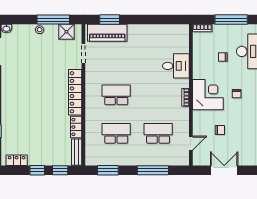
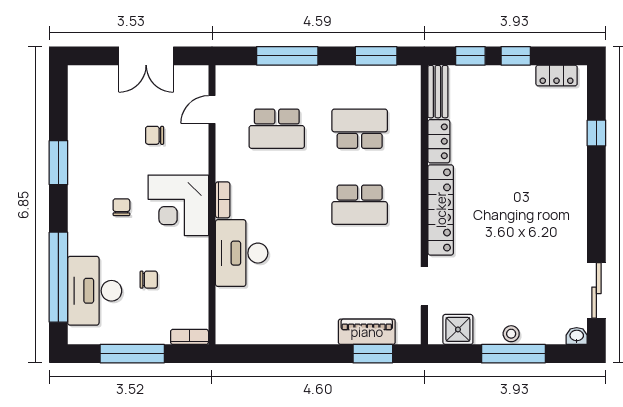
window: (53, 20) -> (513, 354), moved
piano: (107, 33) -> (367, 332), width x0.73, depth x0.75
desk: (176, 66) -> (242, 253), width x1.37
school desk: (116, 133) -> (360, 129), turned 180

